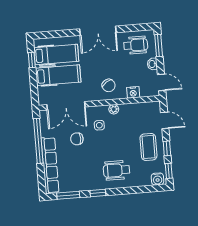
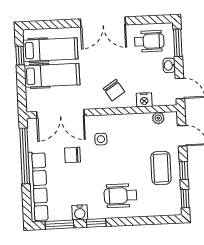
plant: (114, 109) -> (158, 118), moved
water cooler: (157, 179) -> (80, 212), moved

